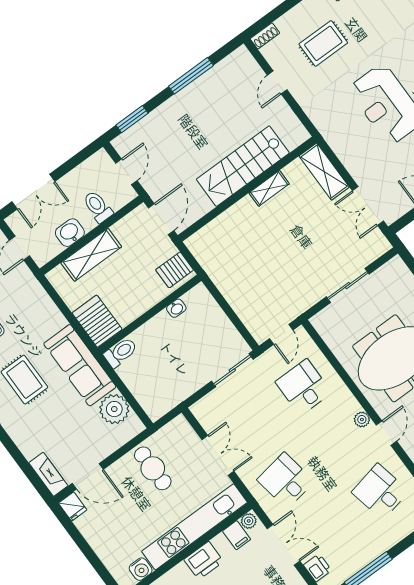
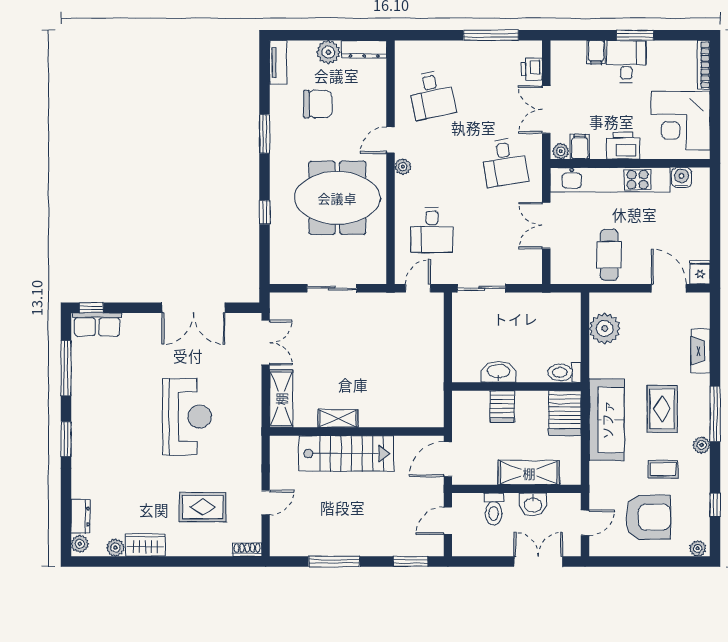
server rack: (175, 270) -> (502, 407), moved, turned 90
washbasin: (176, 308) -> (499, 372), width x1.91, depth x1.45
sofa: (80, 365) -> (607, 420), moved
fireplace: (48, 474) -> (701, 351), moved

